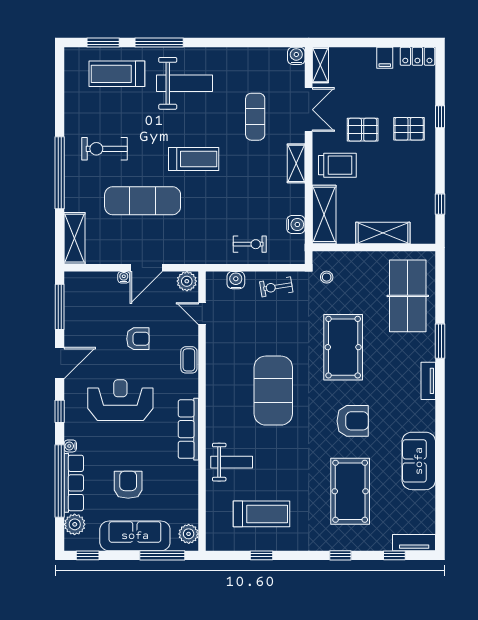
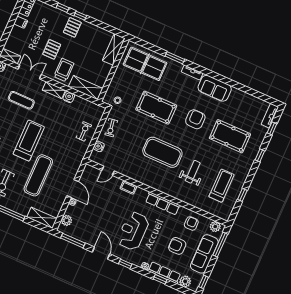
pallet: (409, 129) -> (72, 27), moved
treadmill: (194, 159) -> (29, 141), width x1.37, depth x1.38
window: (440, 204) -> (80, 16), moved
water cooler: (296, 225) -> (69, 97), moved
shelving: (383, 233) -> (114, 49), moved
plant: (187, 281) -> (66, 220), moved
armchair: (138, 339) -> (191, 223), moved
sofa: (419, 461) -> (215, 88), moved
weight bench: (232, 462) -> (193, 172), moved
window: (60, 481) -> (160, 279), width x0.32

